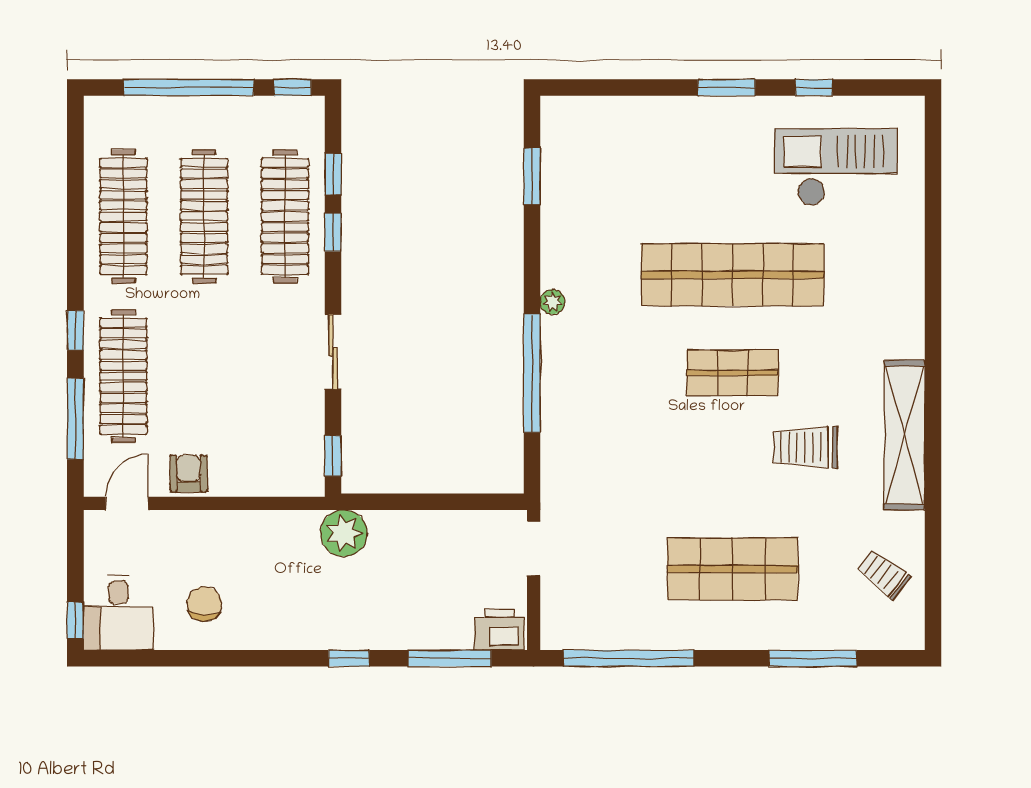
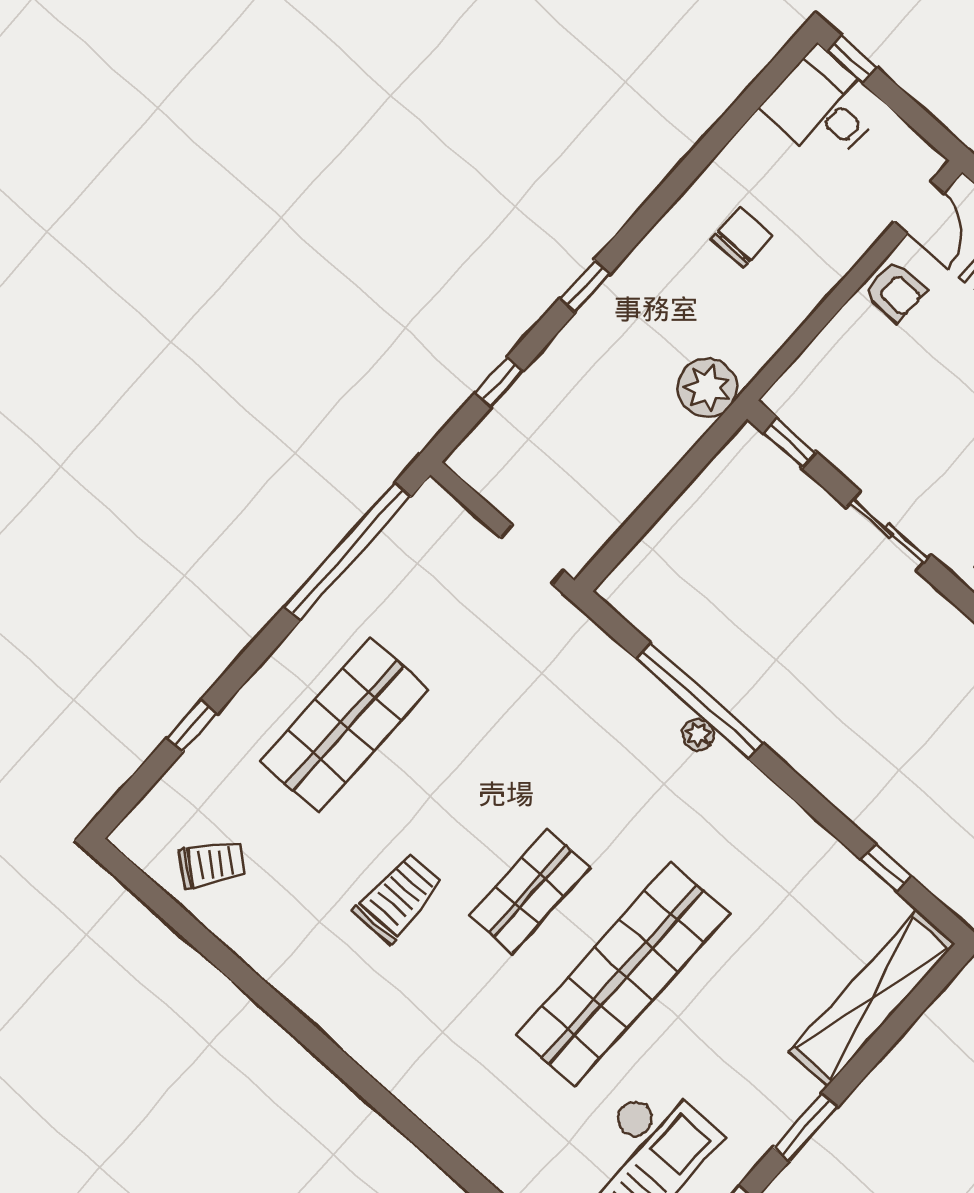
window: (532, 176) -> (886, 868), width x0.67
plant: (552, 302) -> (698, 735), moved
shelving: (904, 435) -> (872, 998), moved, turned 90
chair: (204, 604) -> (742, 238), moved, turned -94
printer: (499, 630) -> (484, 453), removed
window: (450, 658) -> (499, 382), width x0.46
window: (813, 658) -> (192, 726), width x0.46

